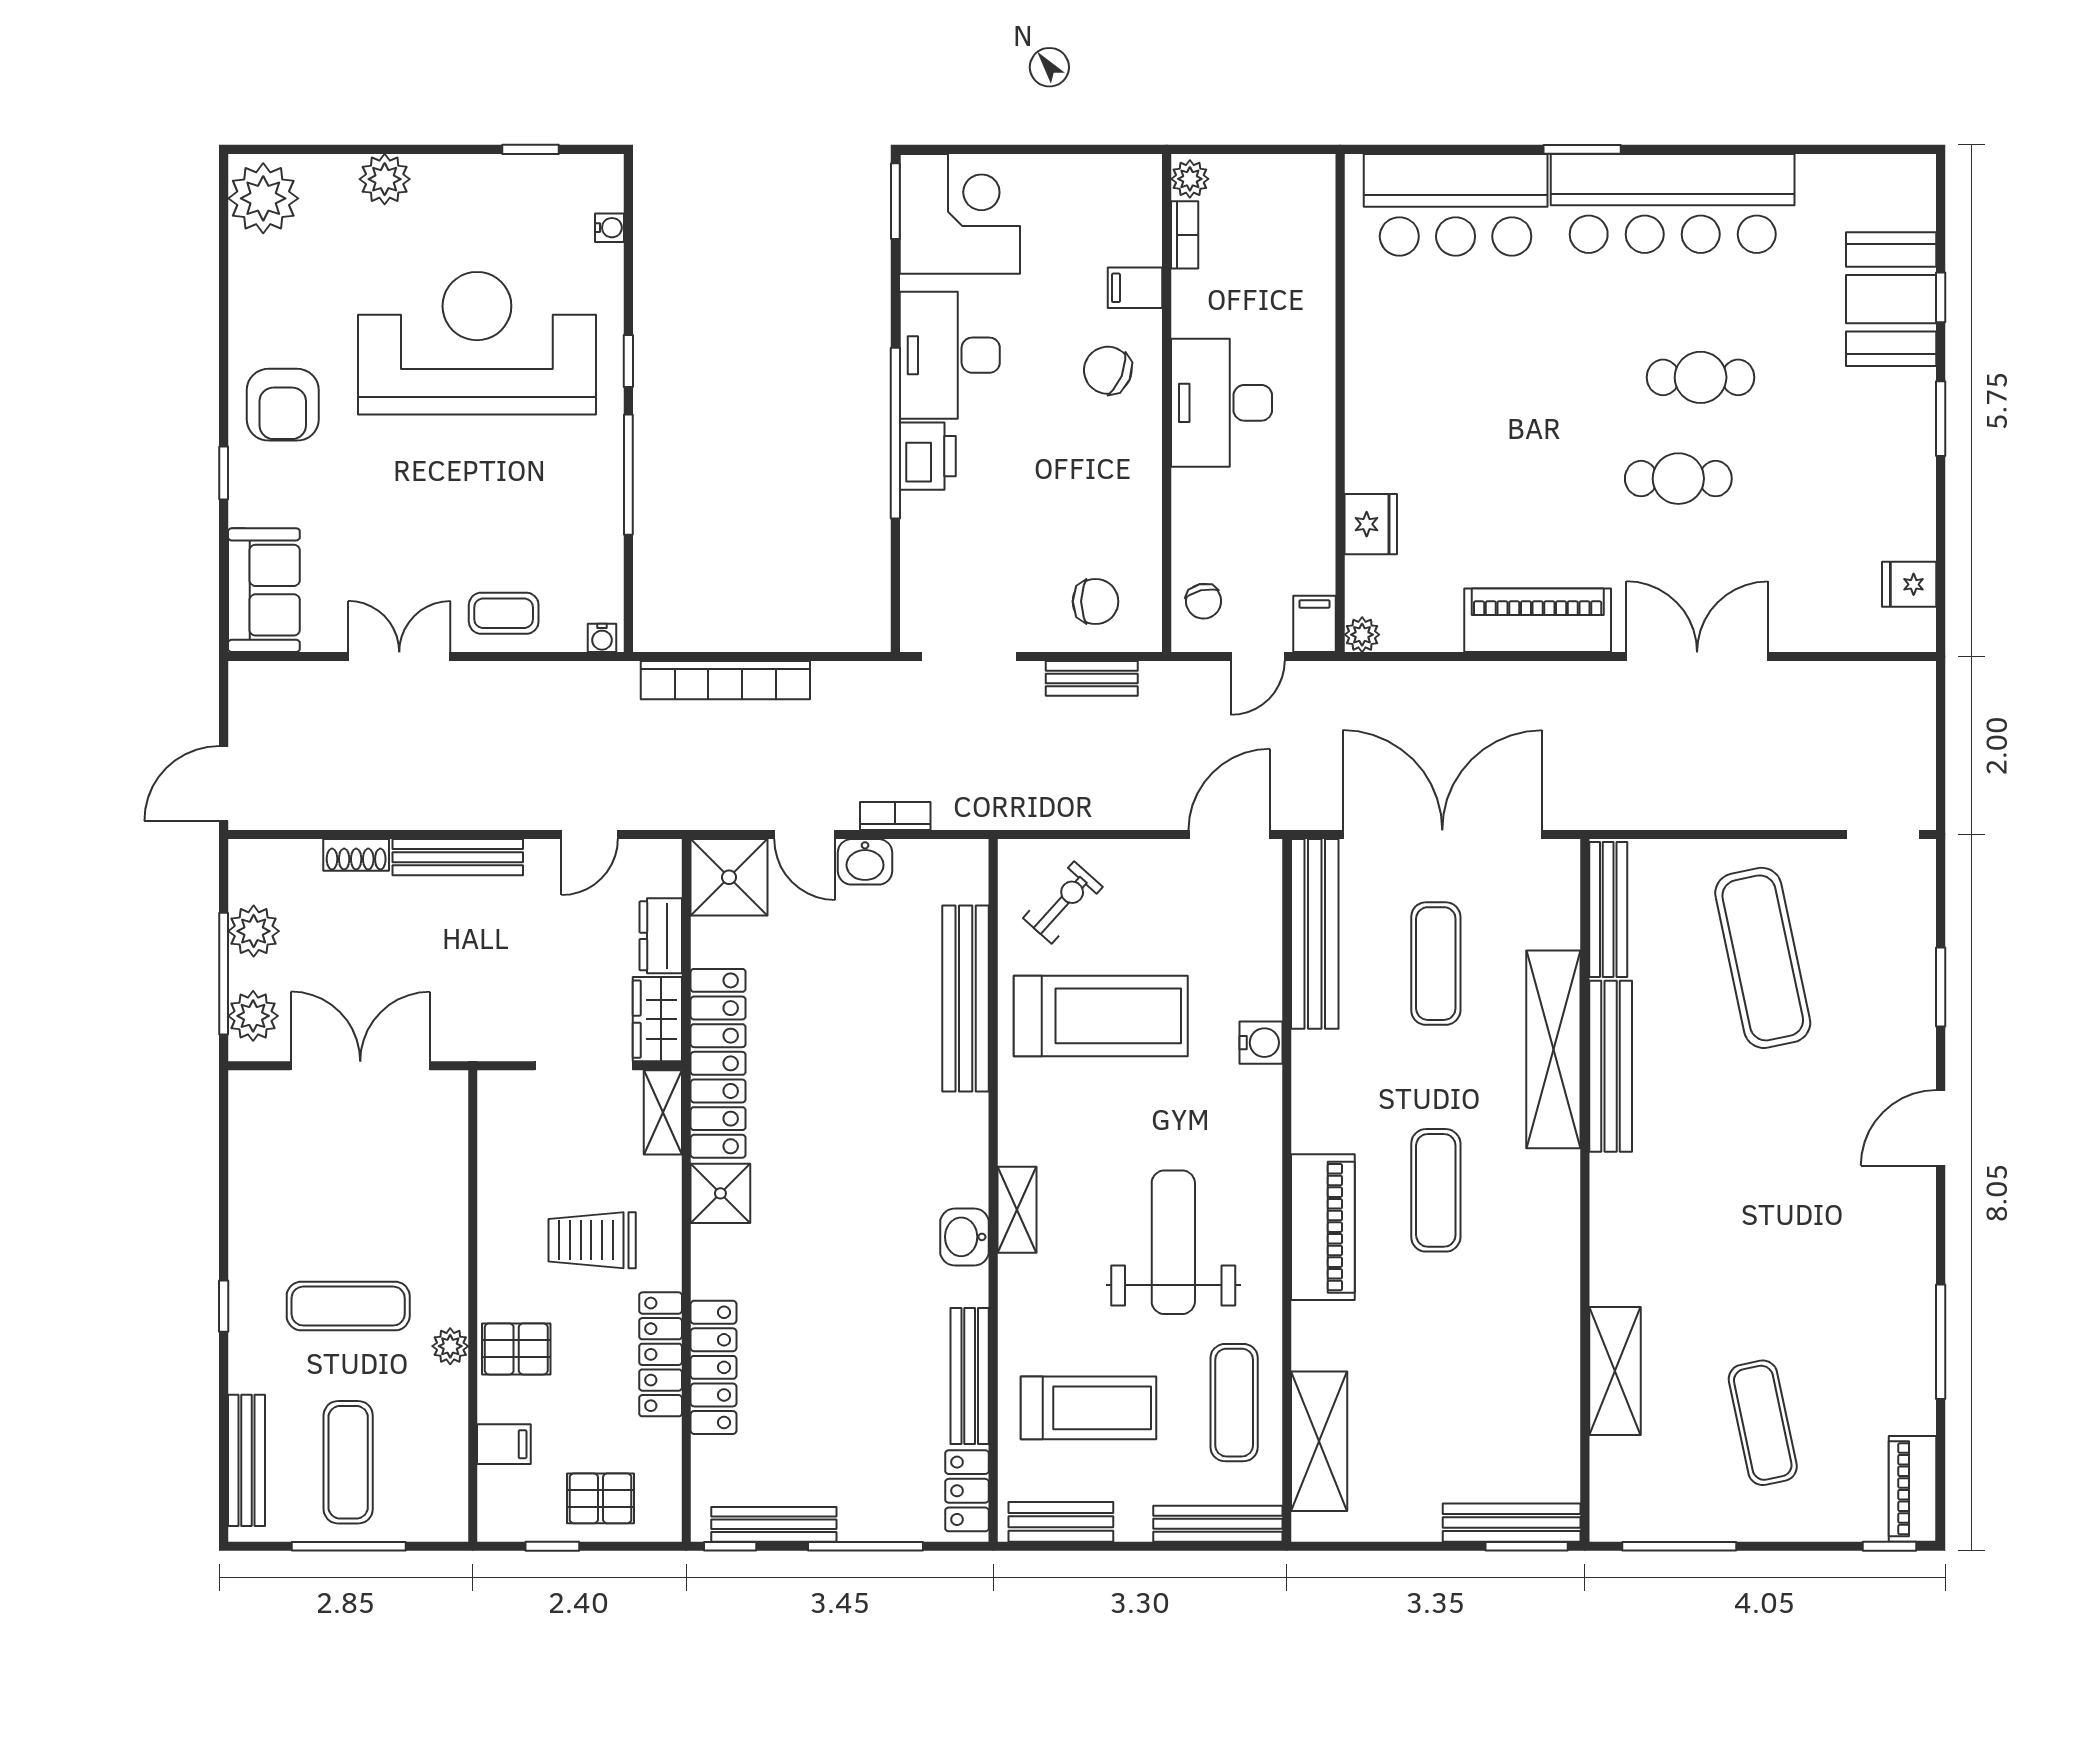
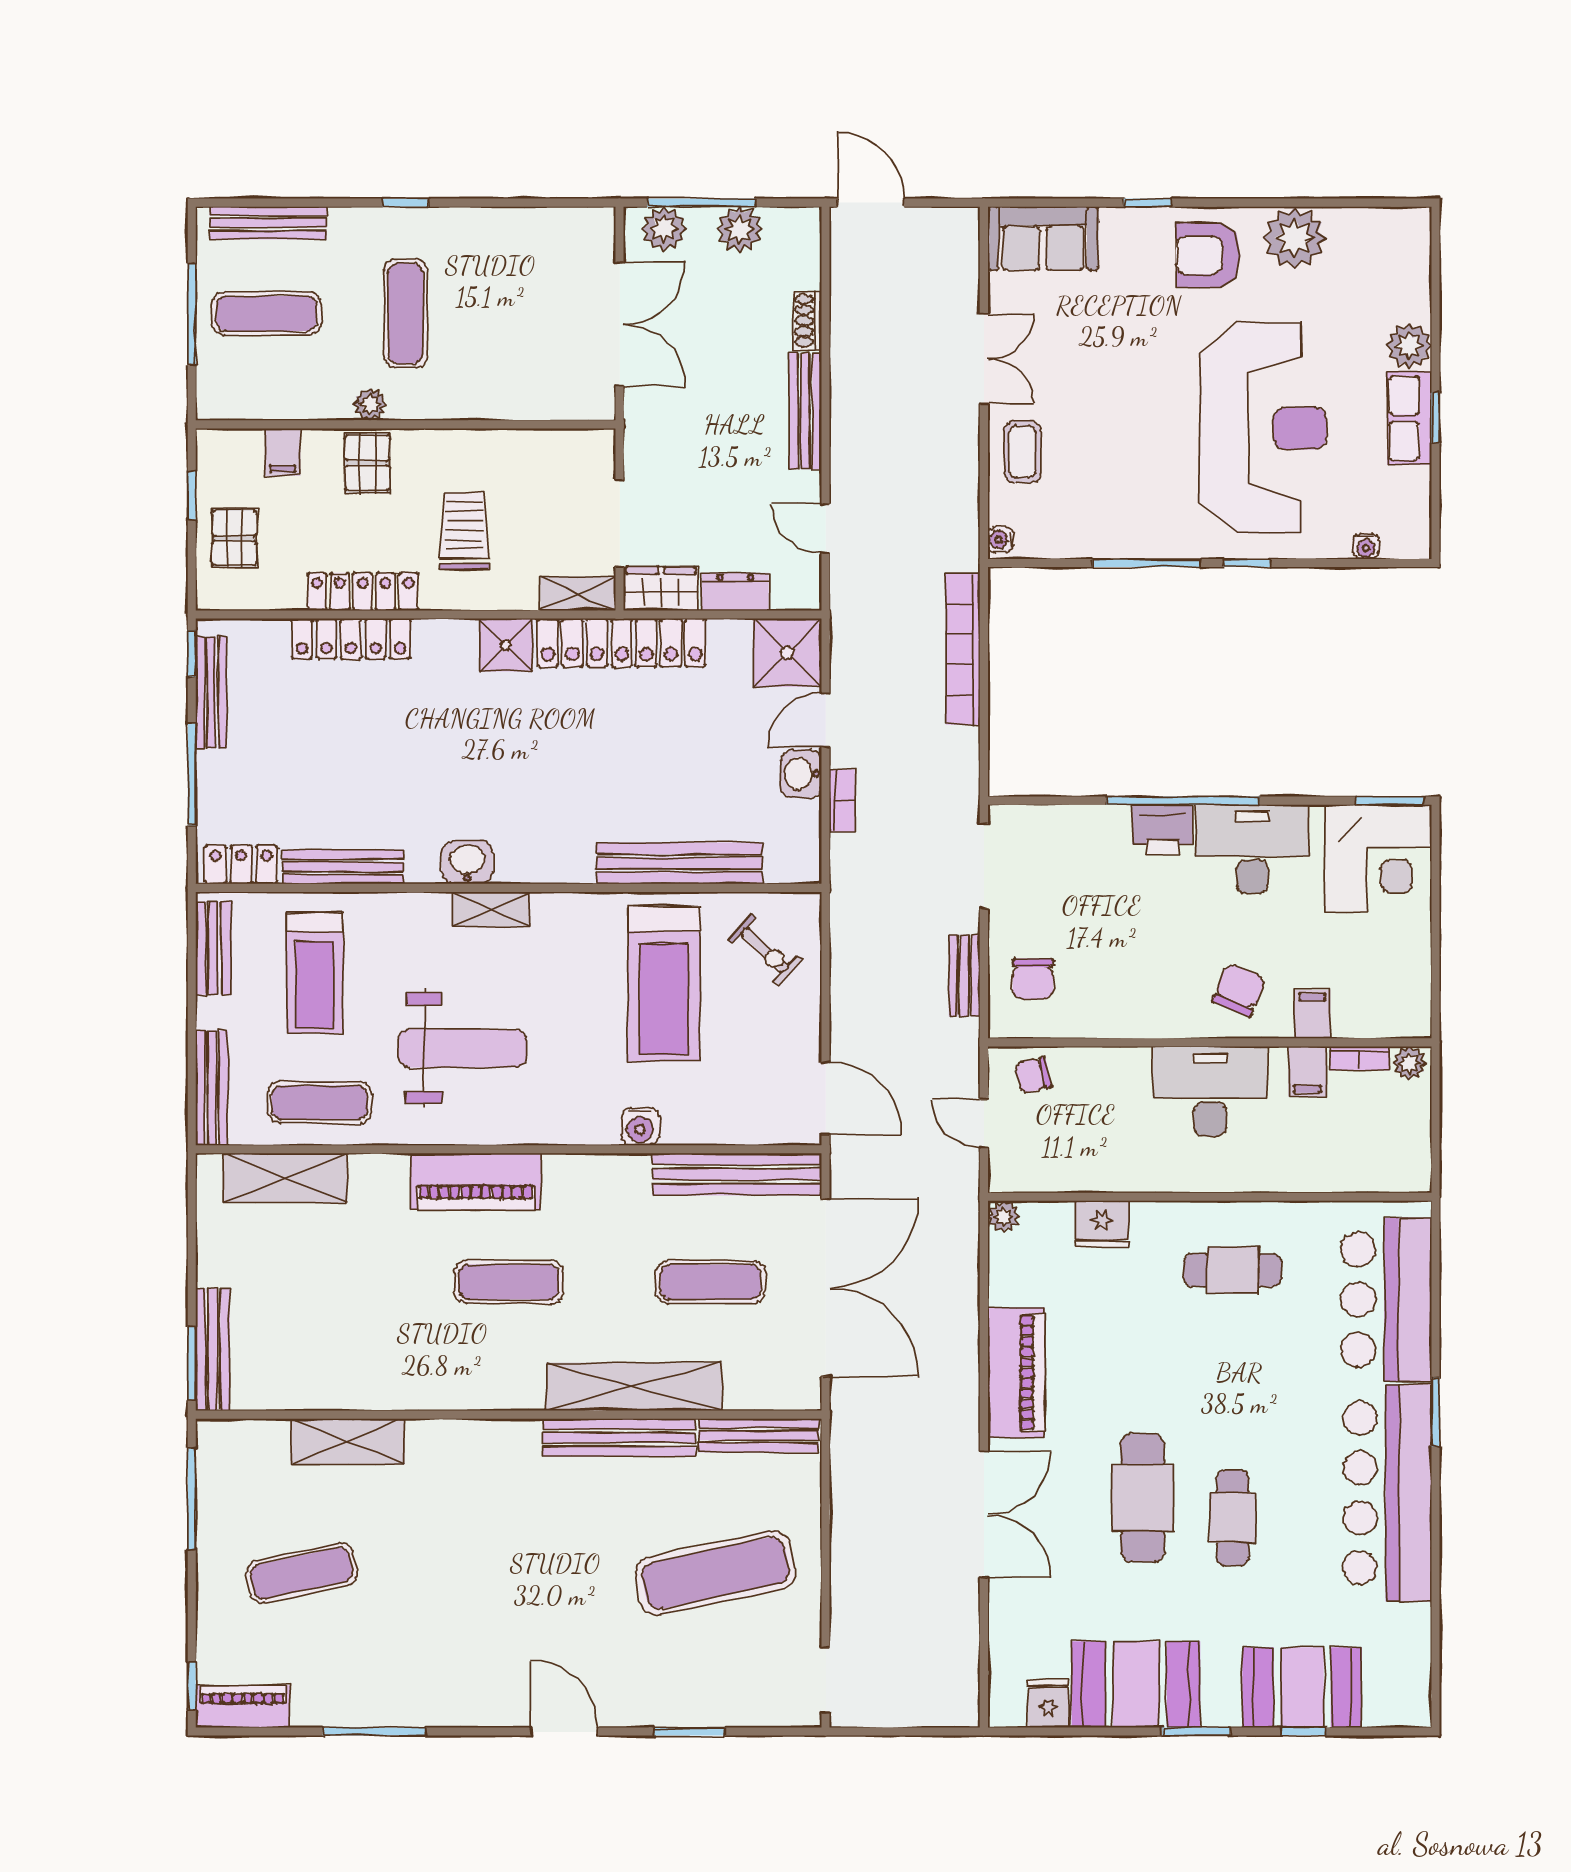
window: (530, 149) -> (1435, 418), moved
row of seats: (466, 179) -> (1409, 418), added
plant: (263, 198) -> (1295, 238), moved
cafe table: (1423, 377) -> (1233, 1270), added
cafe table: (1678, 479) -> (1142, 1498), width x1.37, depth x1.35
booth: (1888, 486) -> (1136, 1684), added
filing cabinet: (1314, 624) -> (1307, 1071), moved, turned 90

